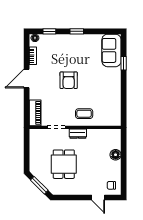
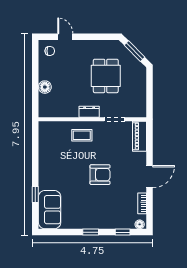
armchair: (69, 80) -> (100, 175), turned 90

